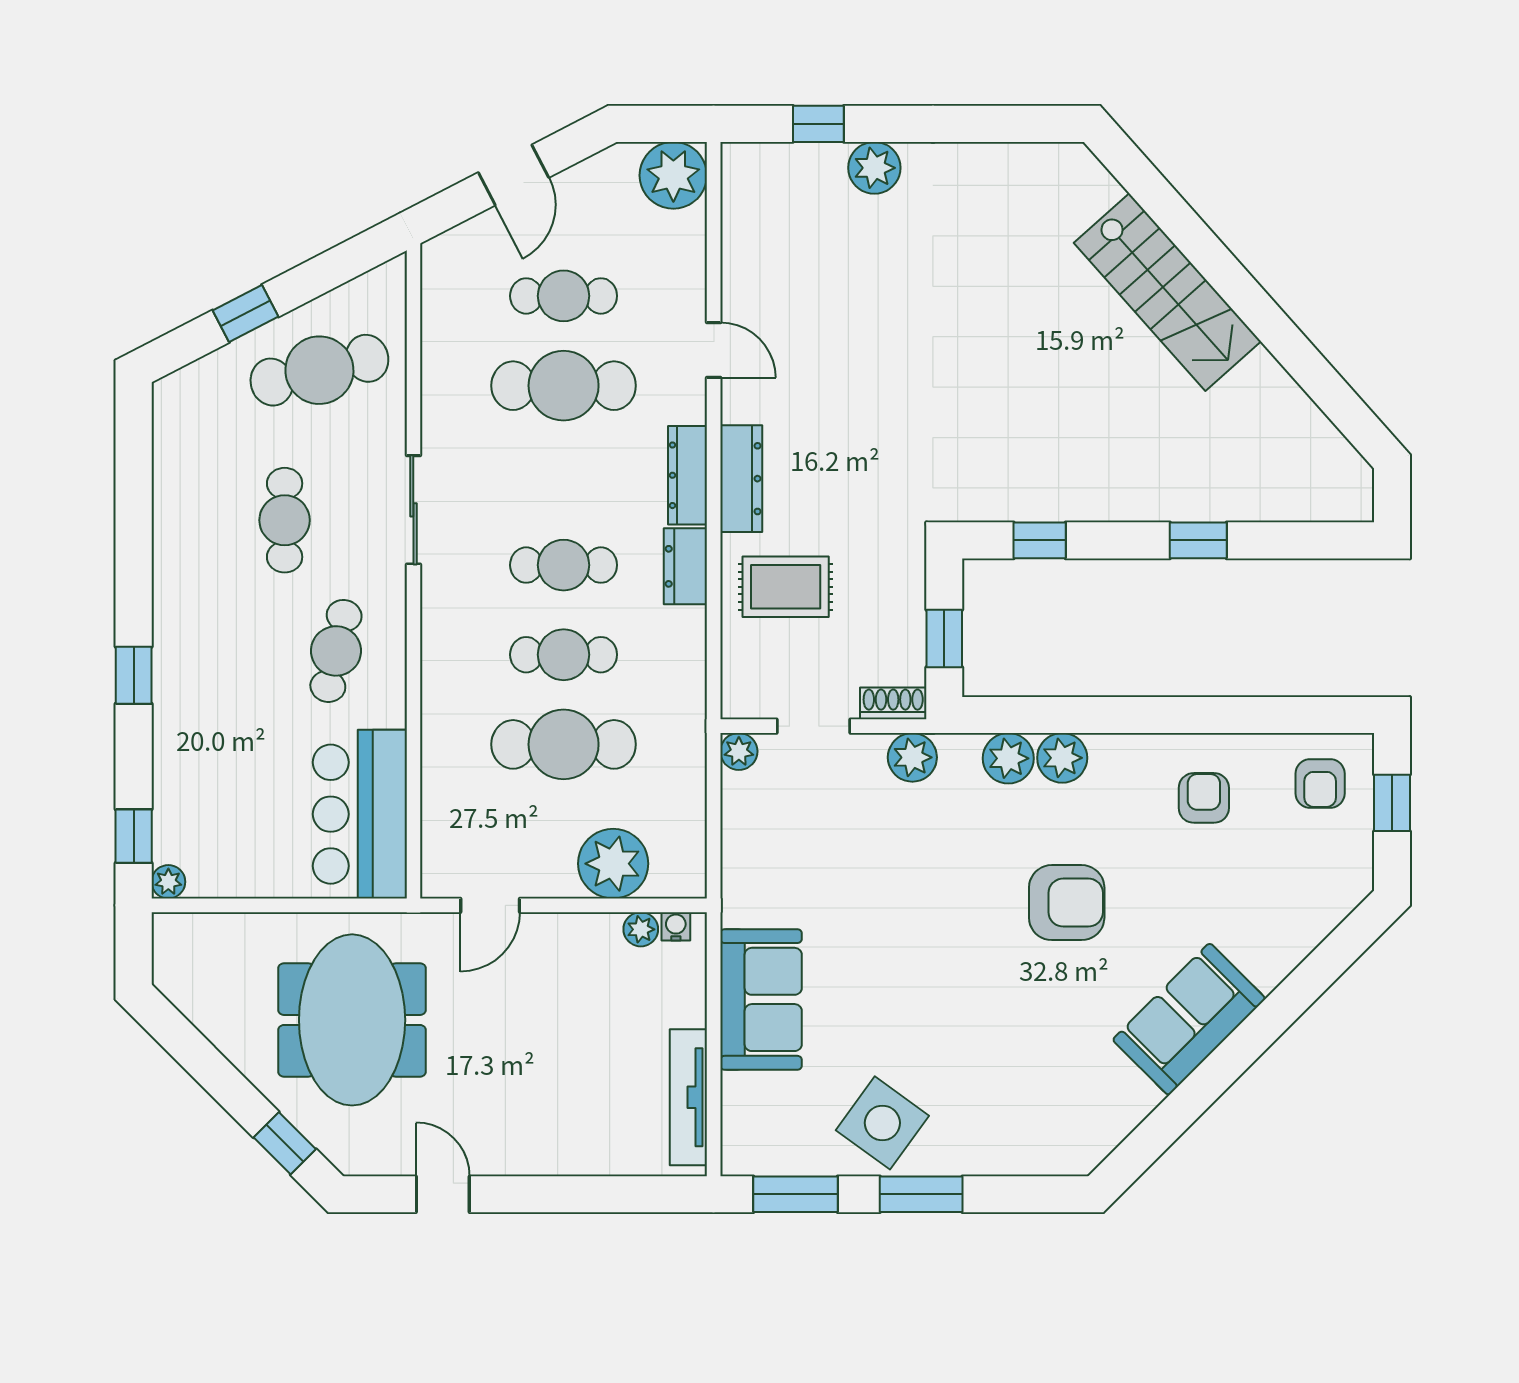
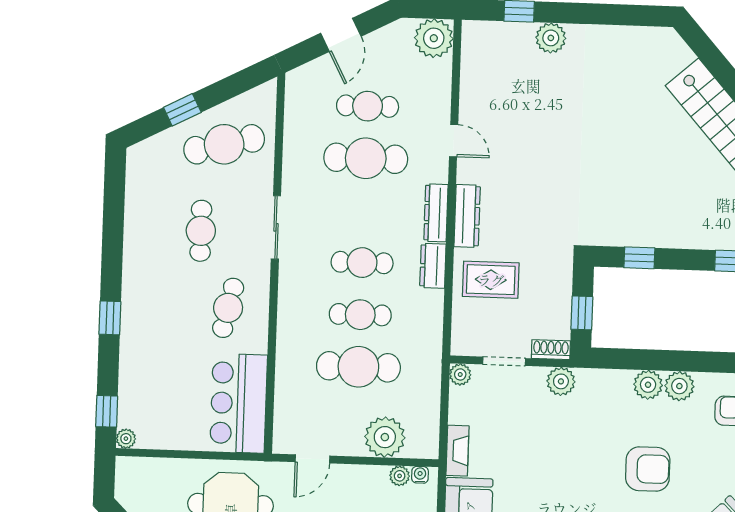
plant: (1008, 758) -> (679, 386), moved
fireplace: (739, 882) -> (457, 451), added

